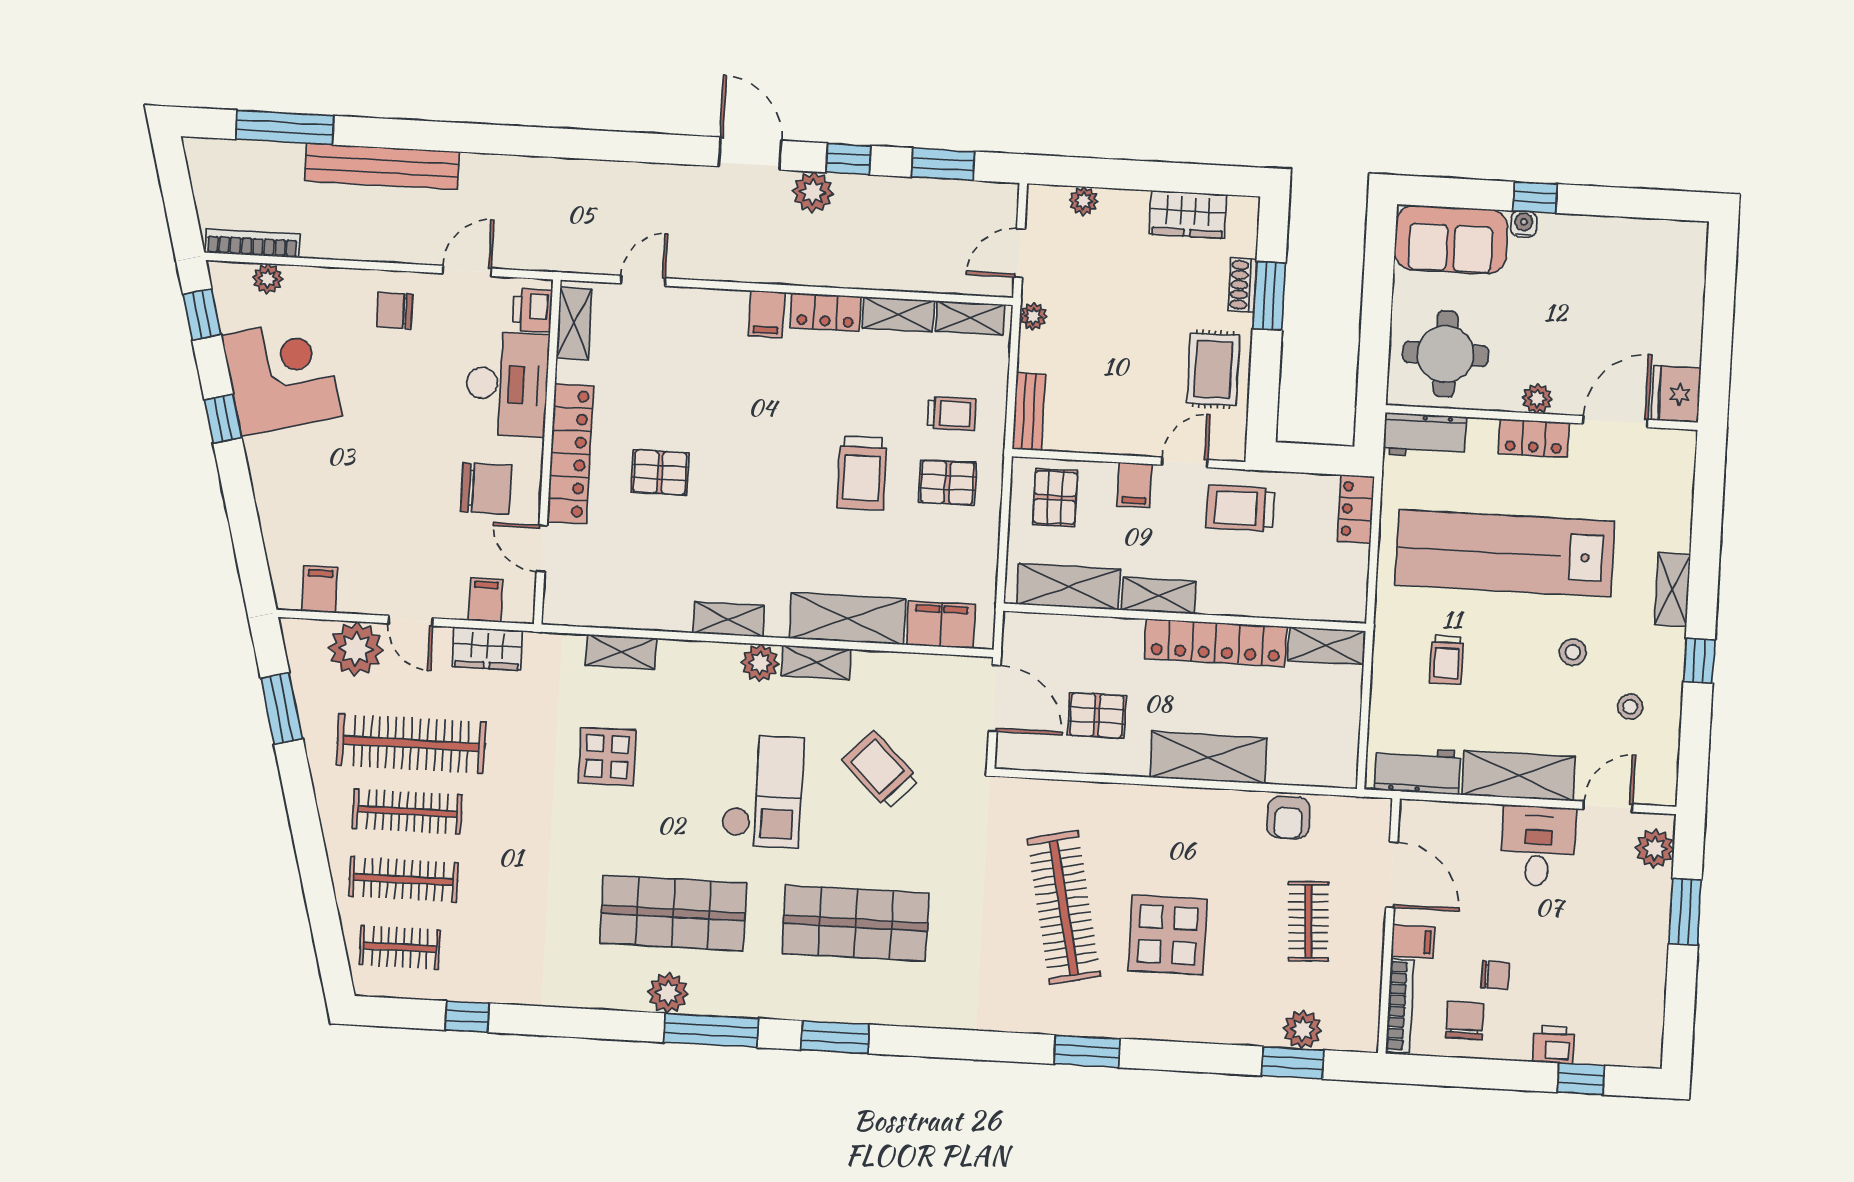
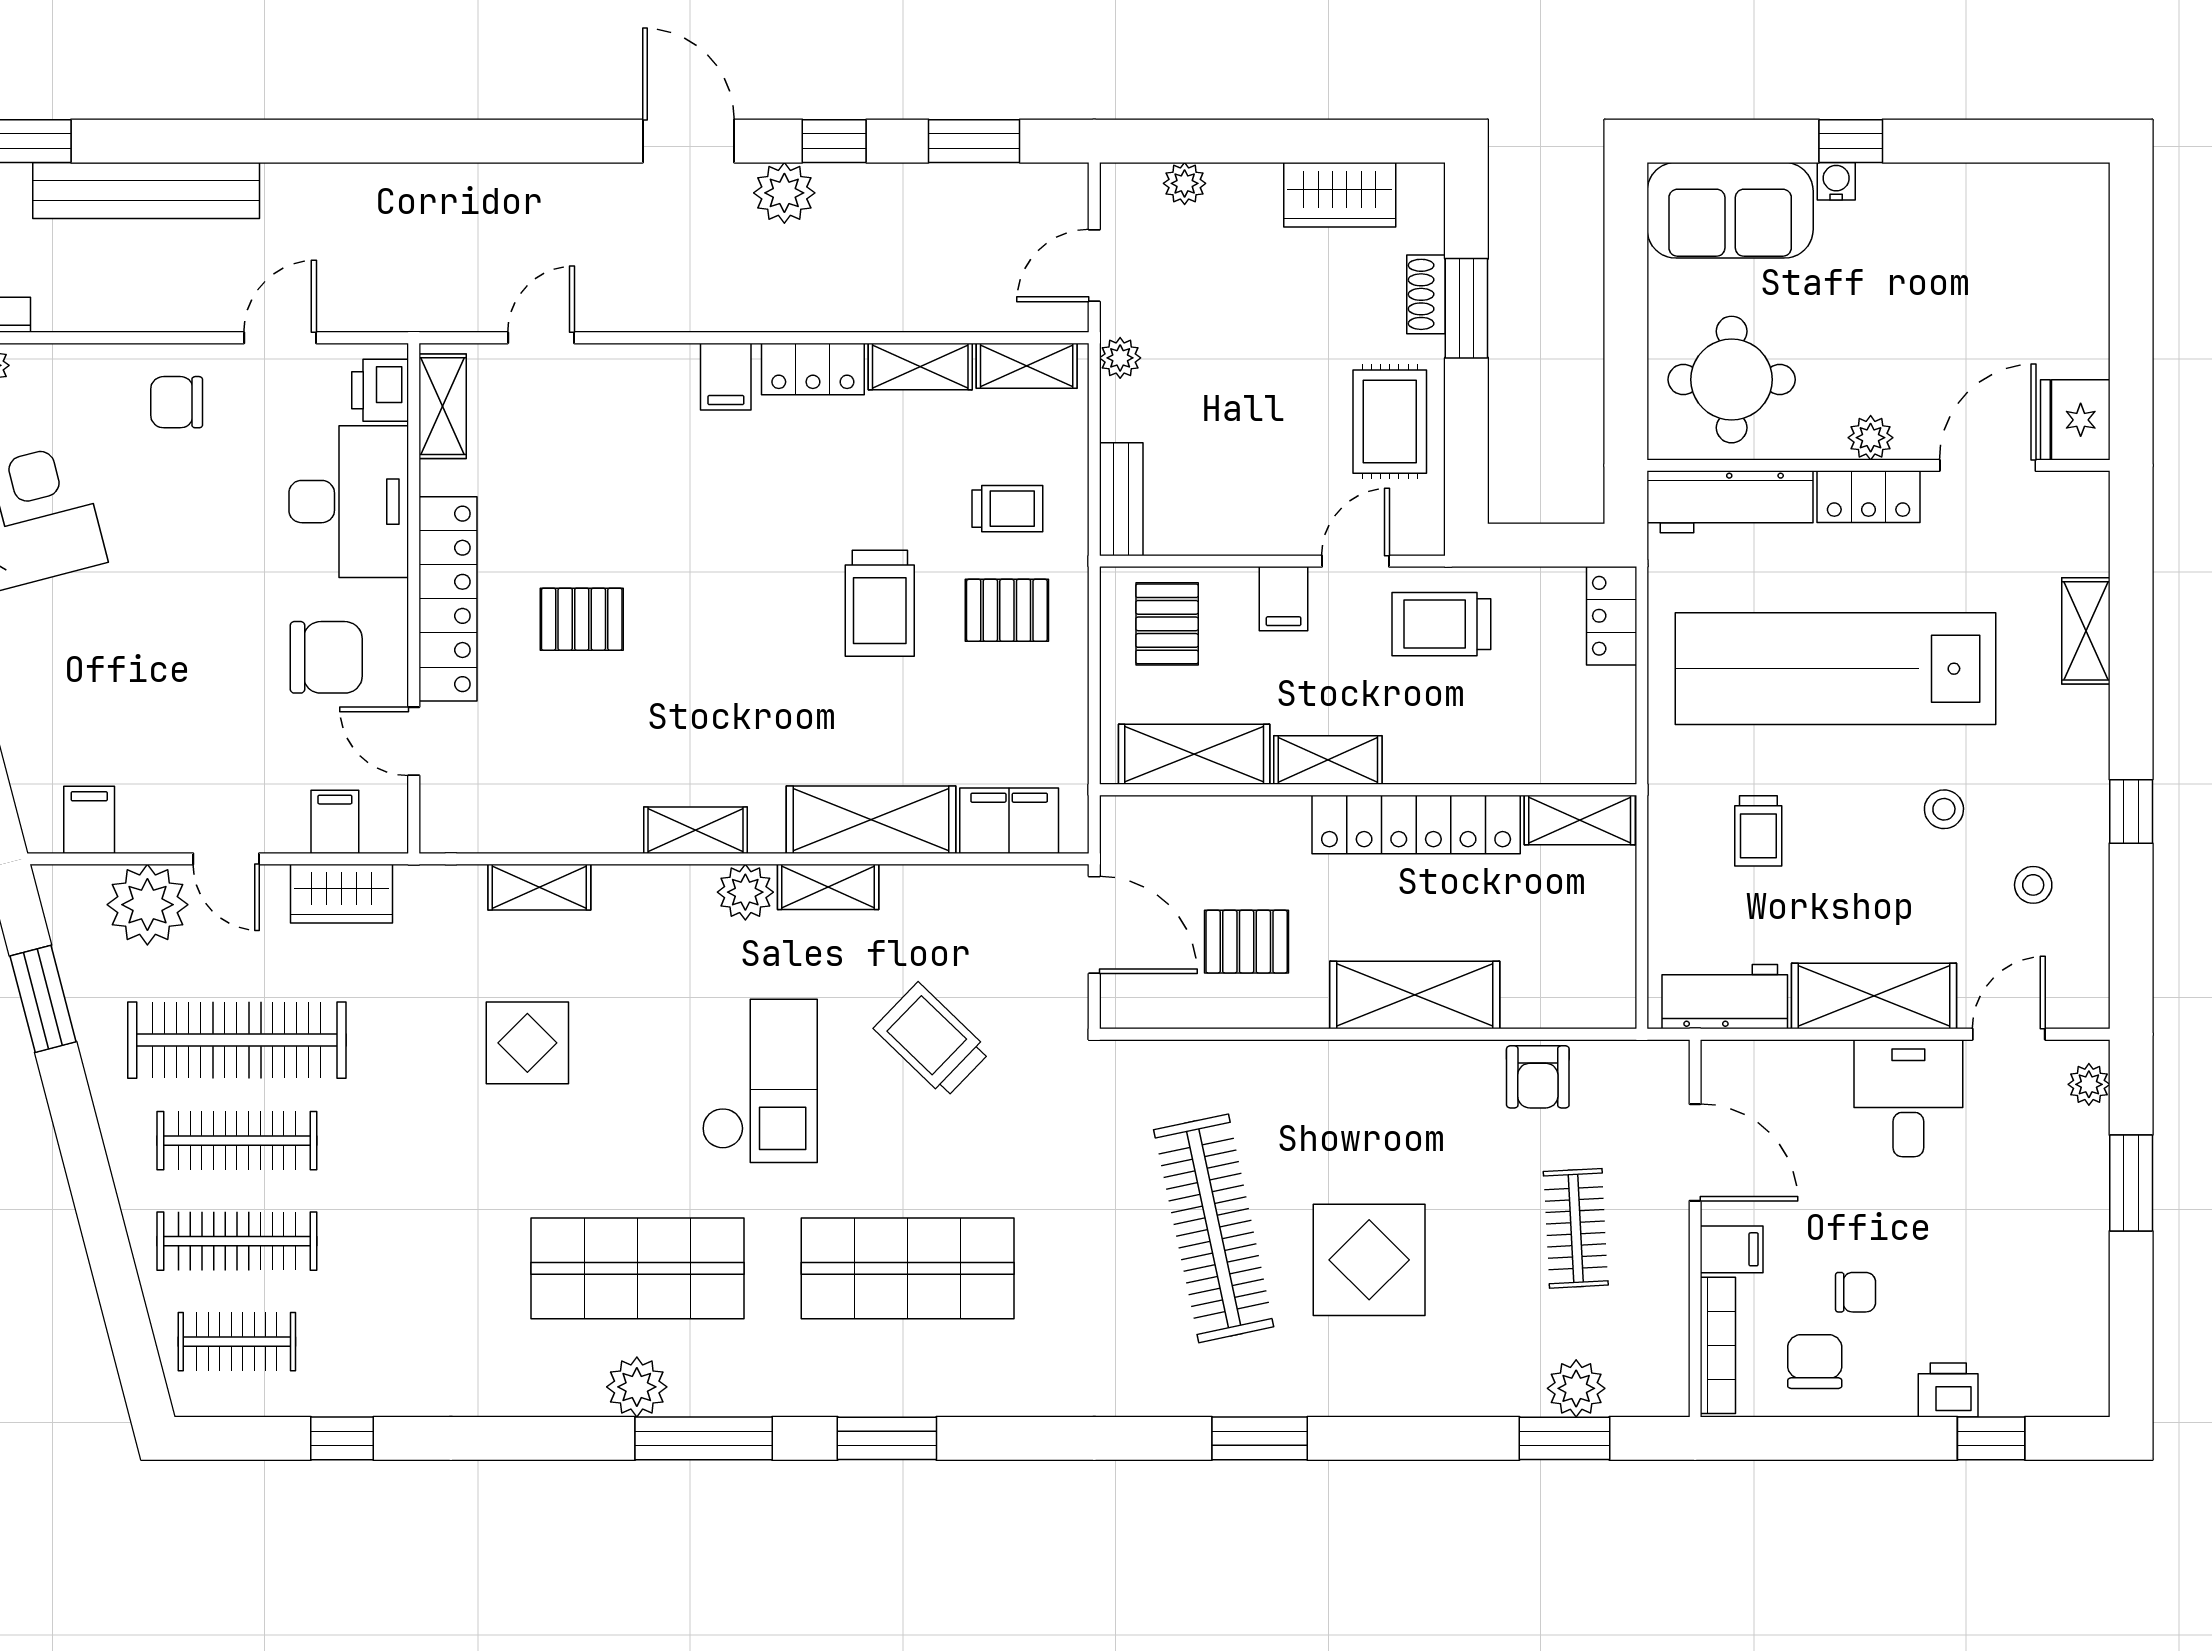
workbench: (1425, 436) -> (1730, 502), width x1.38
shelving: (1672, 589) -> (2086, 631), moved
plant: (1655, 849) -> (2089, 1084), width x0.73, depth x0.73

